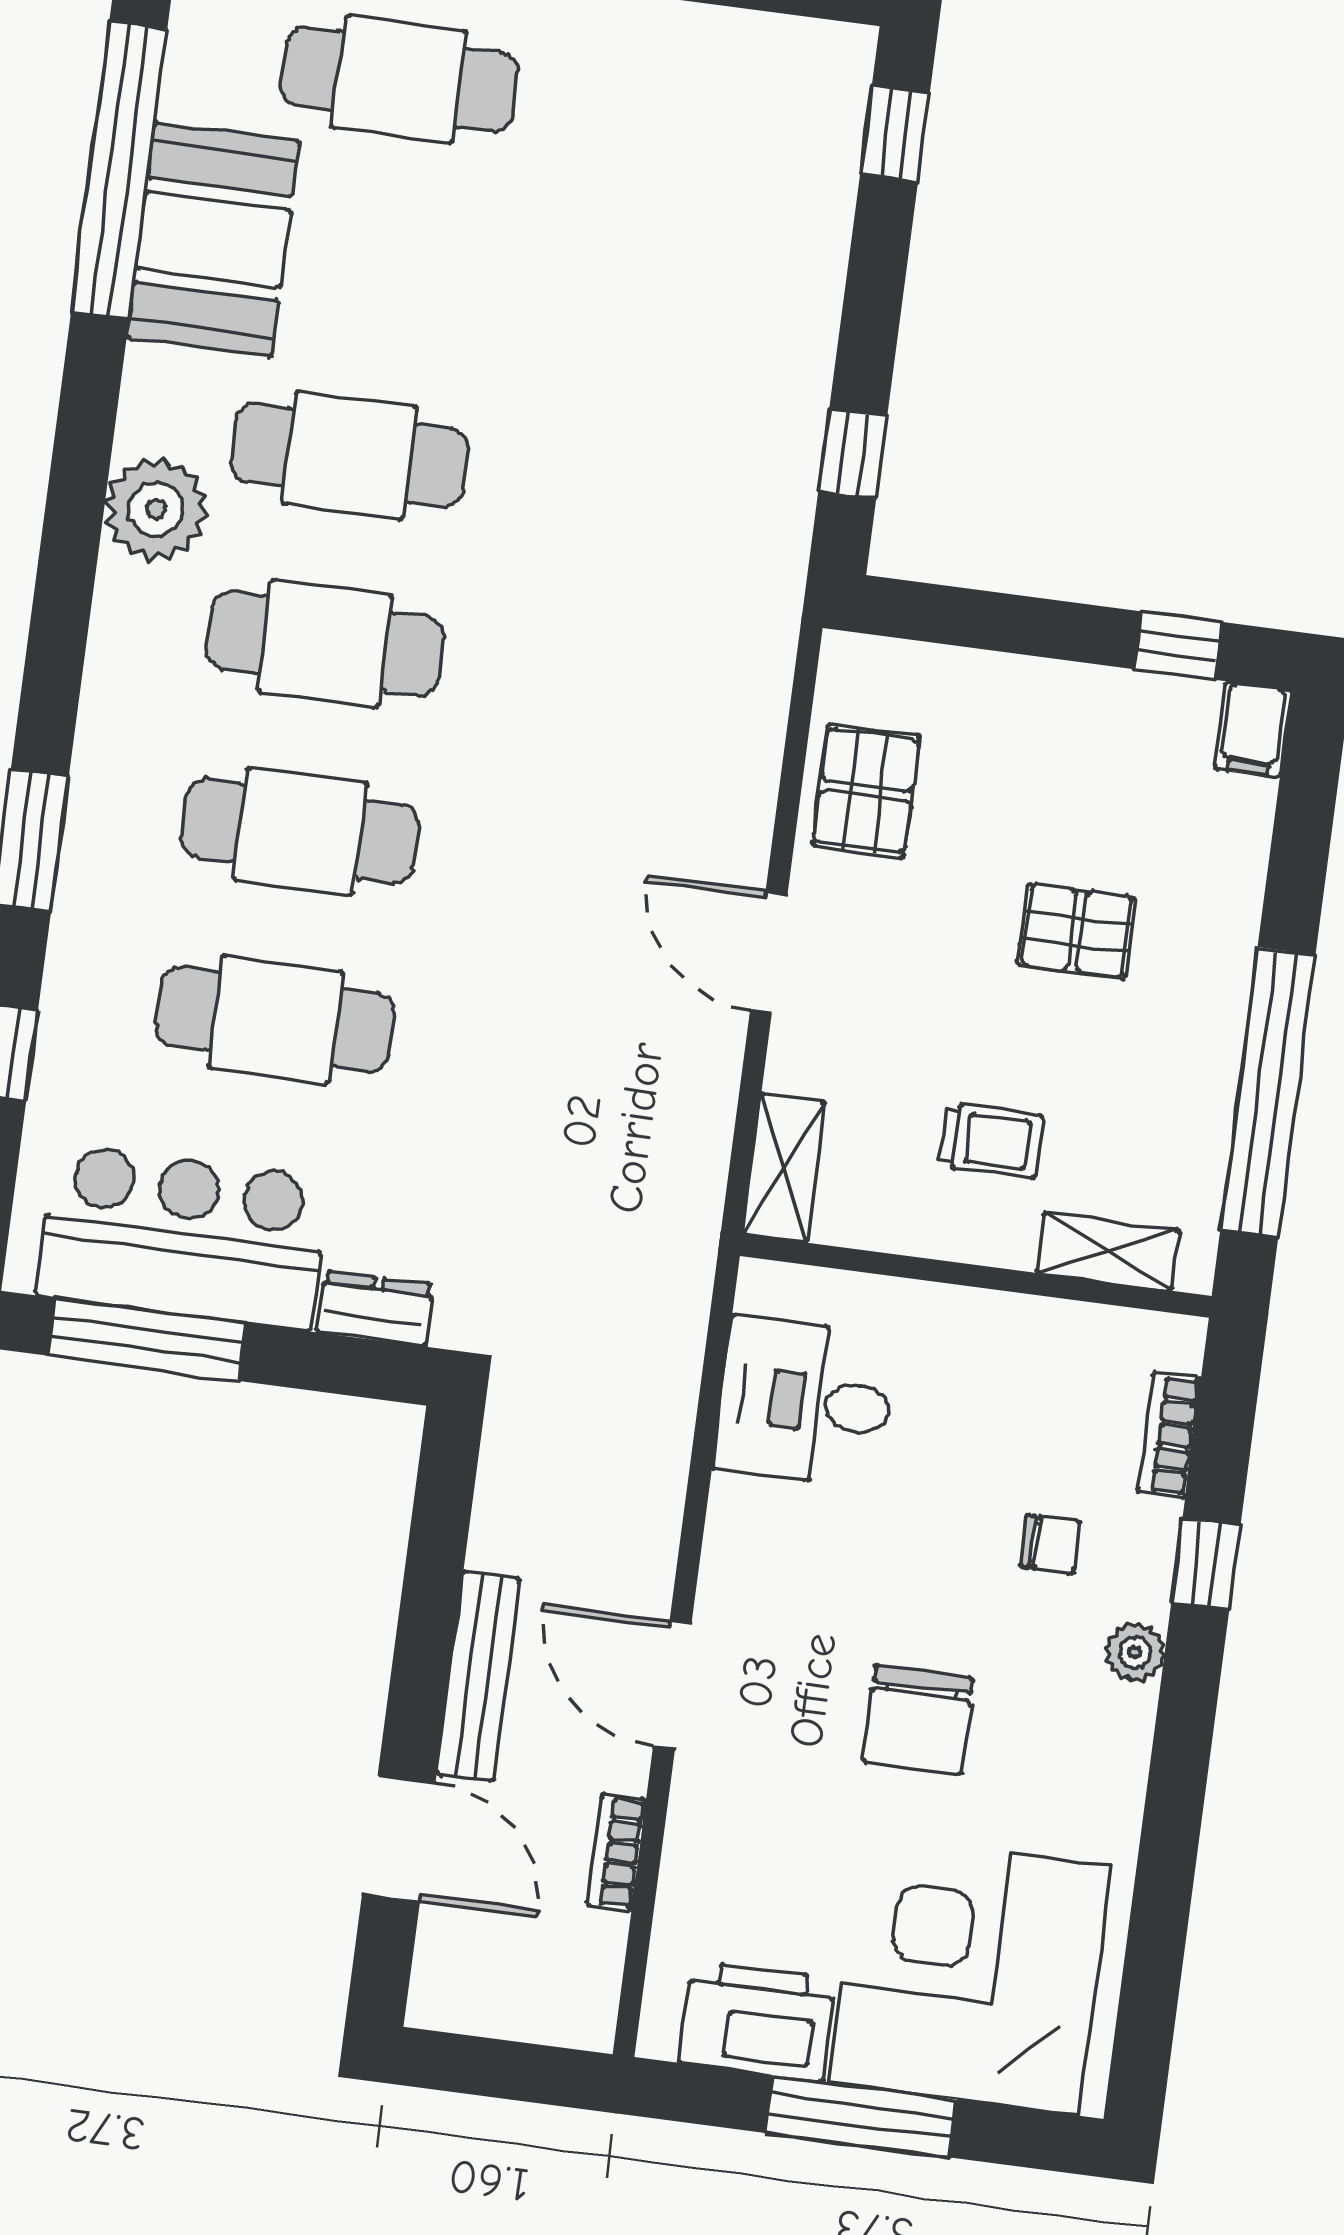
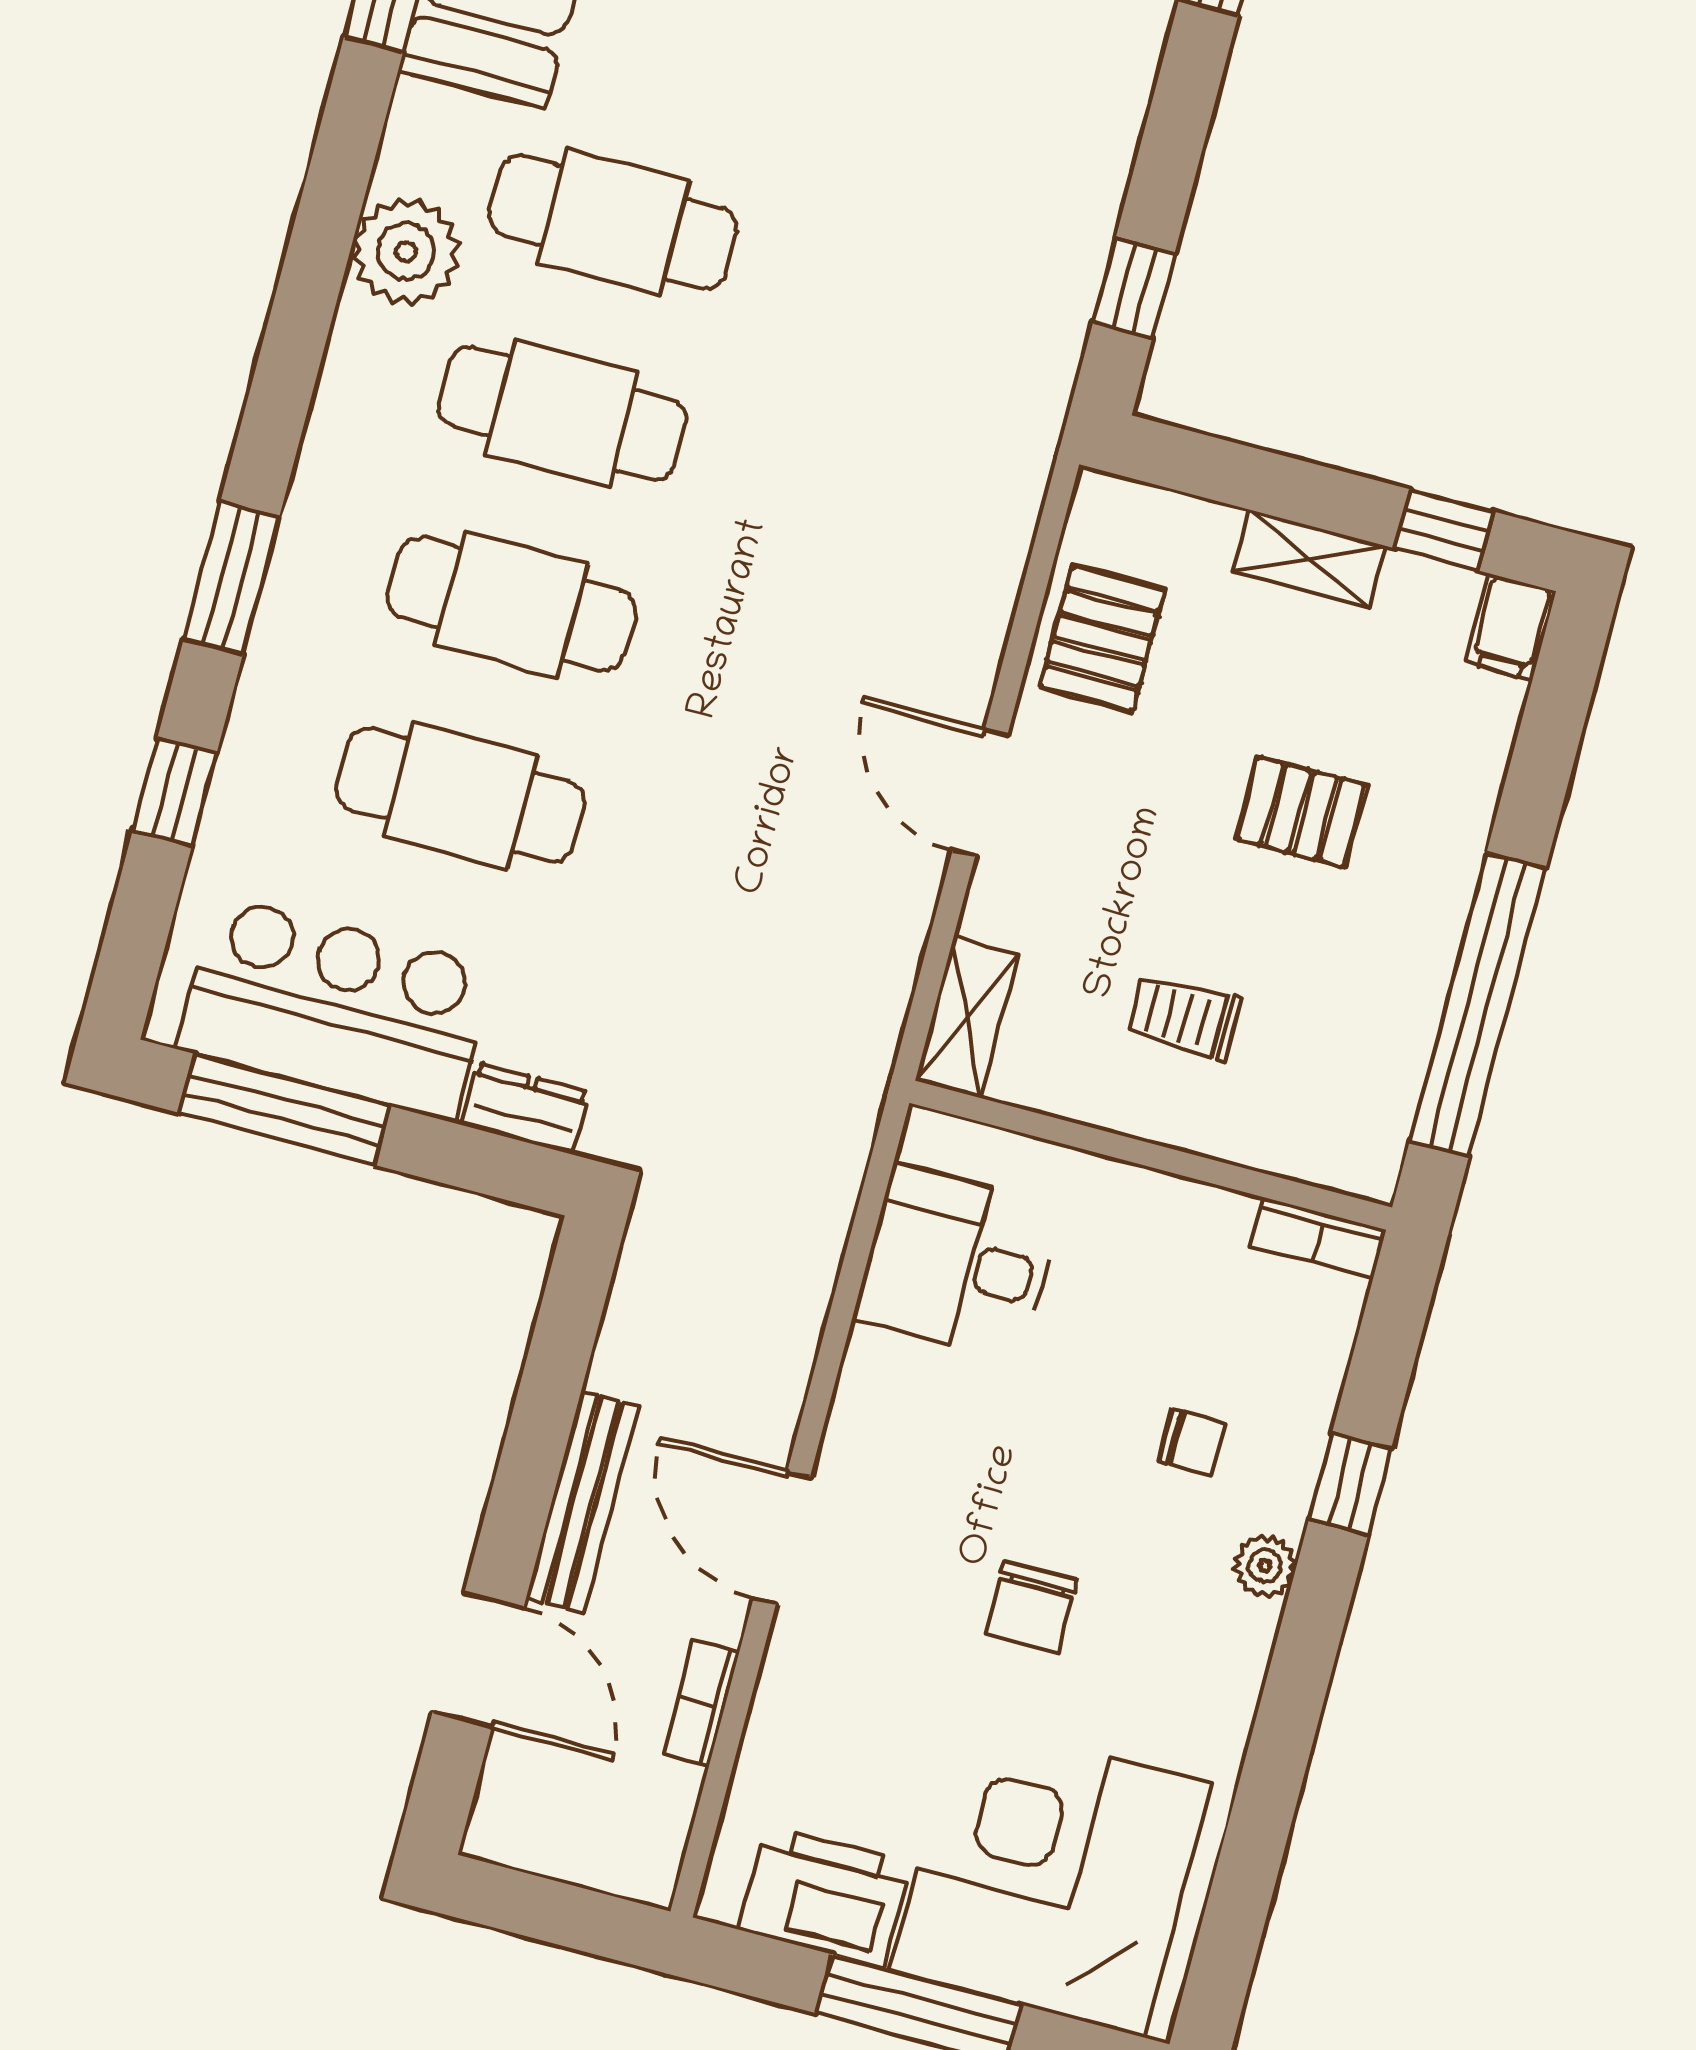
trolley: (991, 1141) -> (1184, 1017), turned 180
shelving: (1108, 1251) -> (1309, 559), moved
bookcase: (1169, 1435) -> (1319, 1238), moved, turned -90
chair: (918, 1720) -> (1031, 1607), width x0.73, depth x0.73

